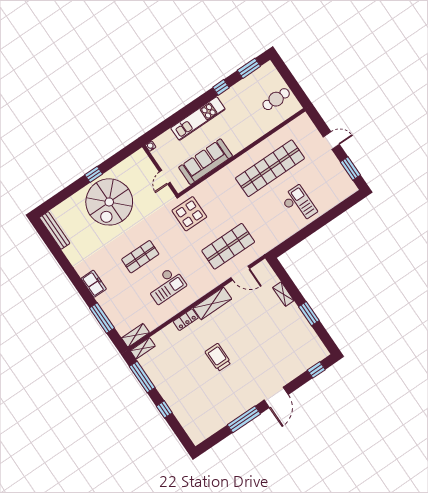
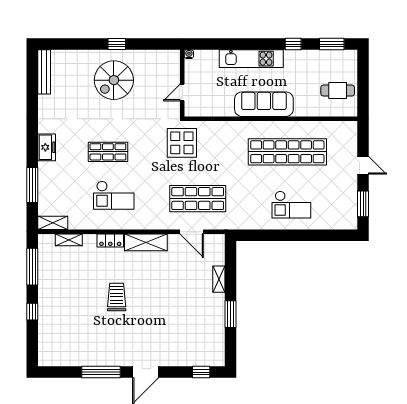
sofa: (206, 162) -> (264, 104), moved
spiral stairs: (109, 202) -> (114, 80), width x0.73, depth x0.73
checkout: (299, 204) -> (291, 205), turned 90
shelving: (143, 348) -> (69, 240), moved

